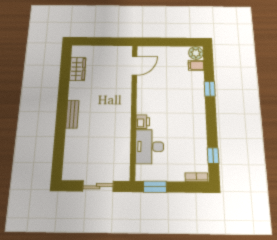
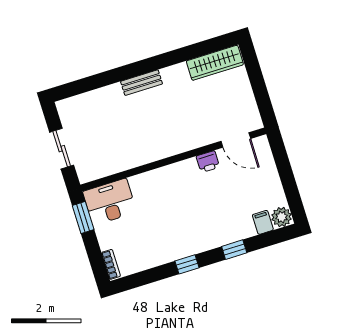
wardrobe: (78, 69) -> (215, 63), width x1.50
printer: (143, 122) -> (208, 162), moved
desk: (150, 147) -> (110, 202), moved
window: (213, 156) -> (187, 264), moved

